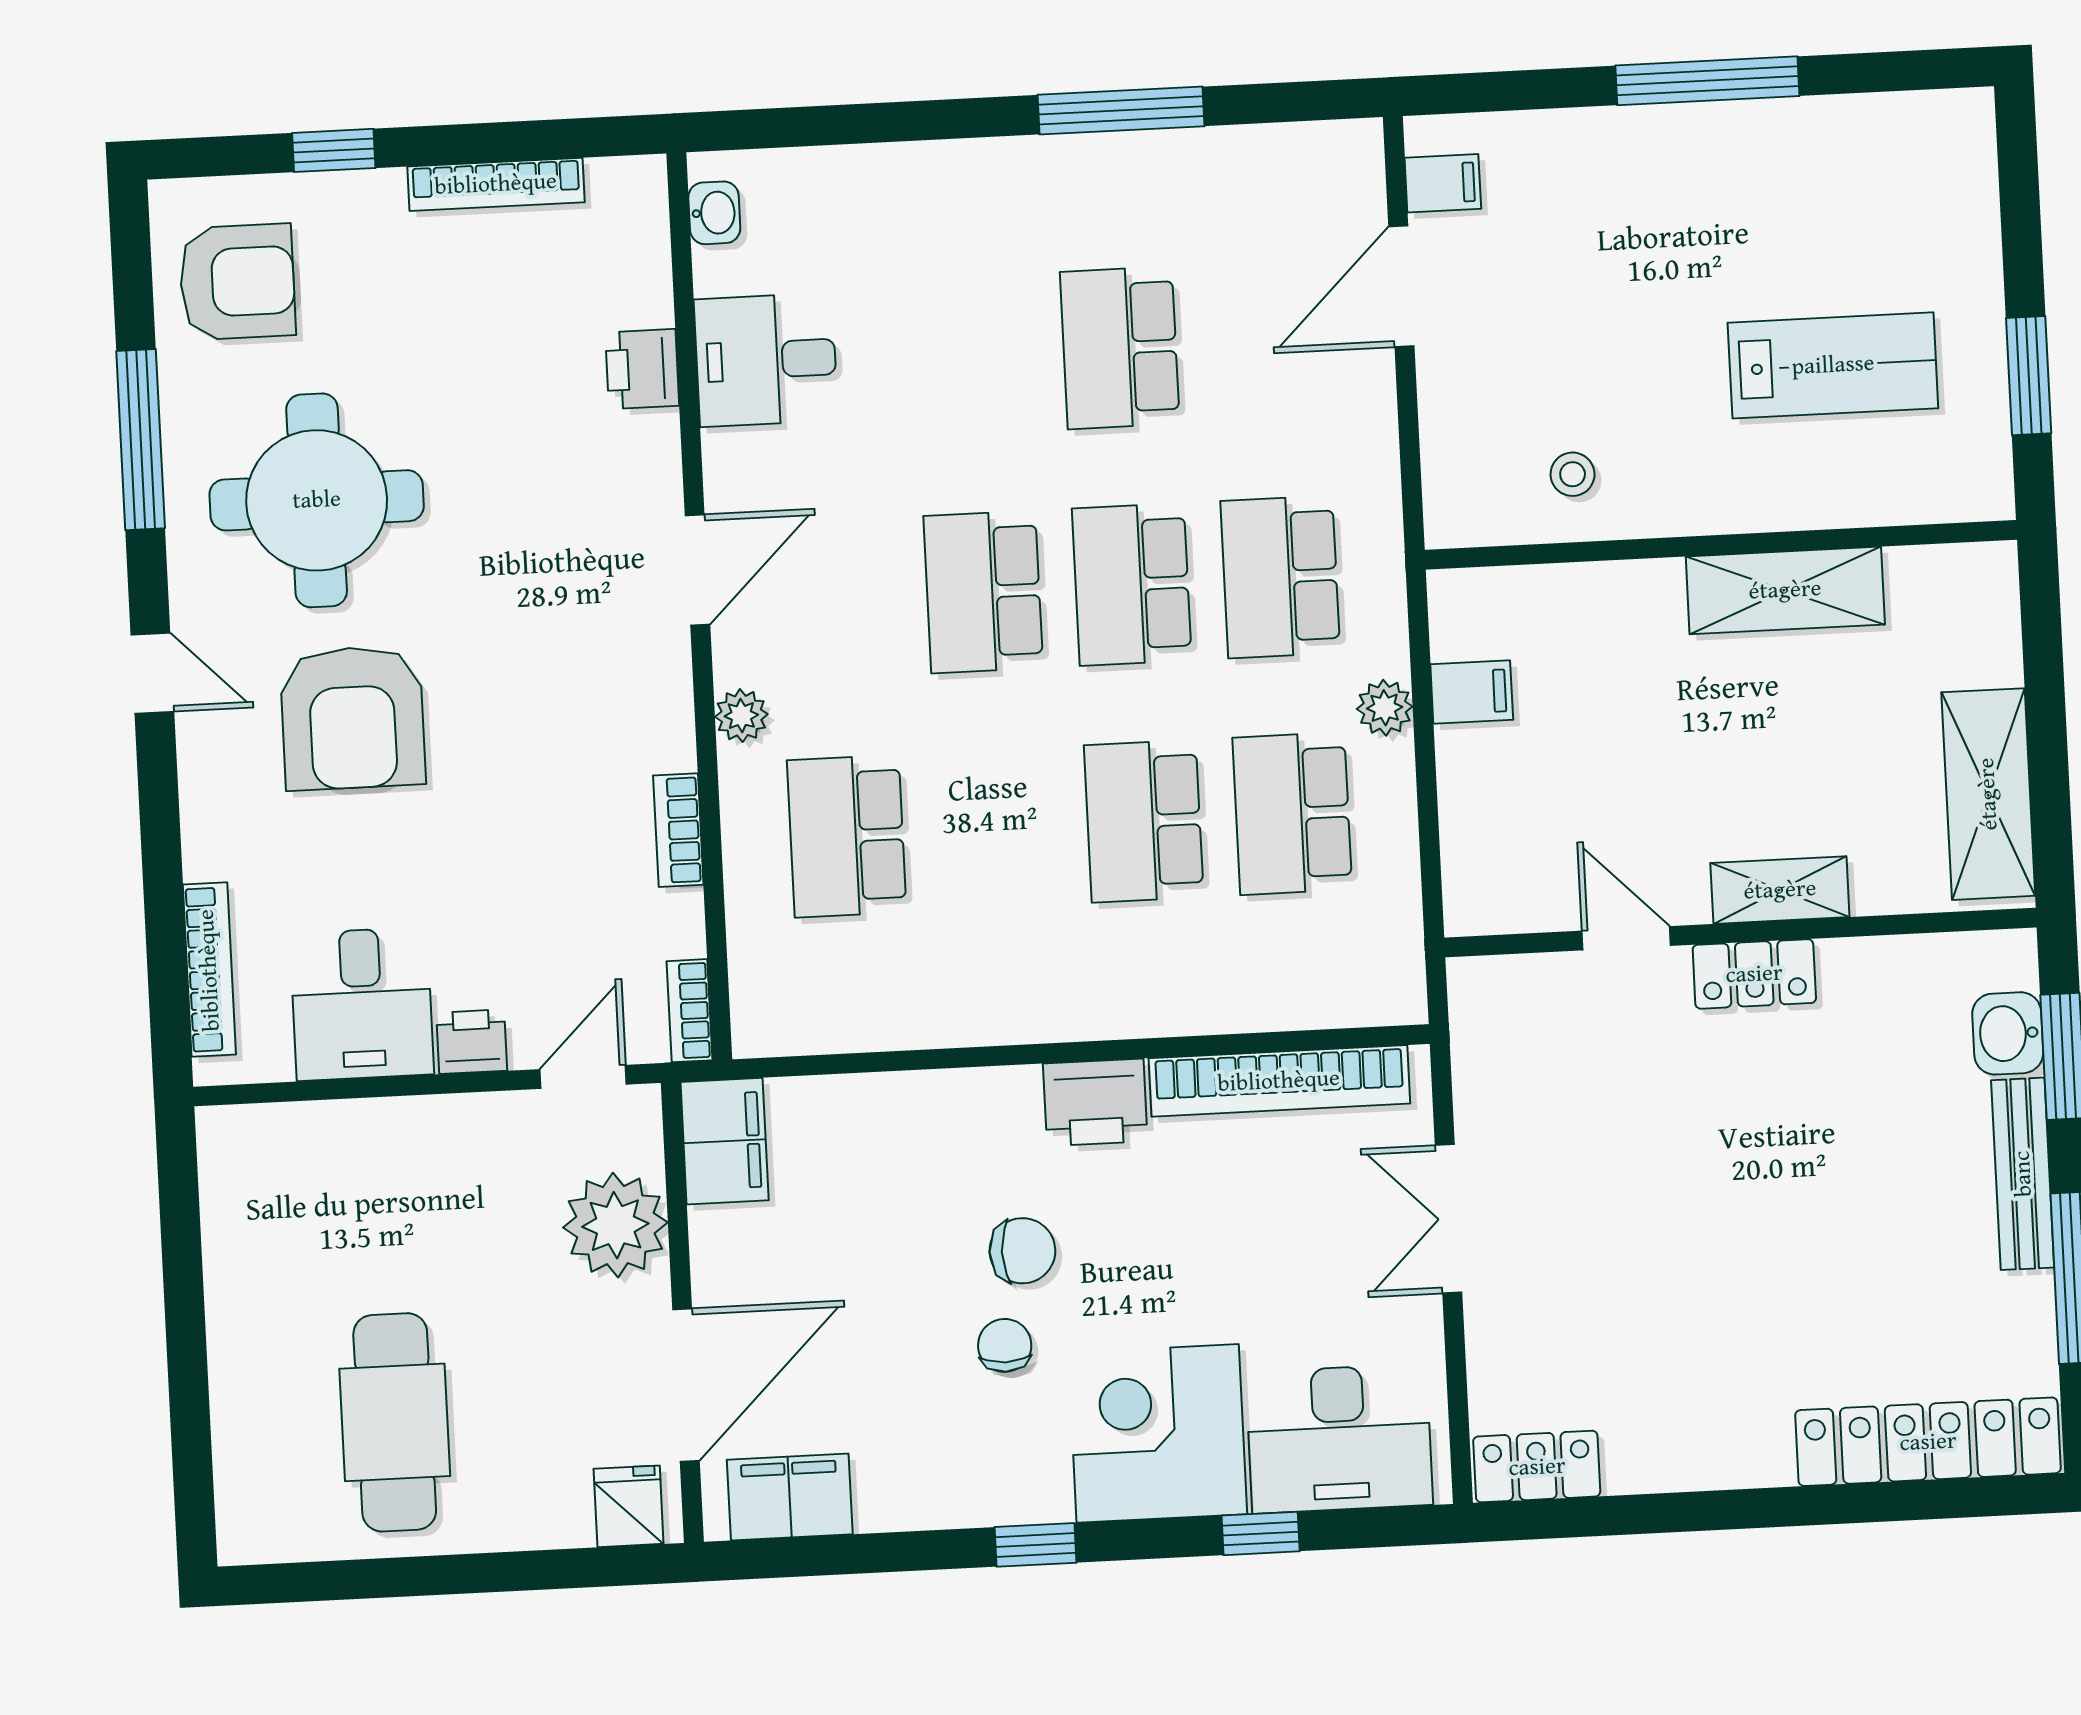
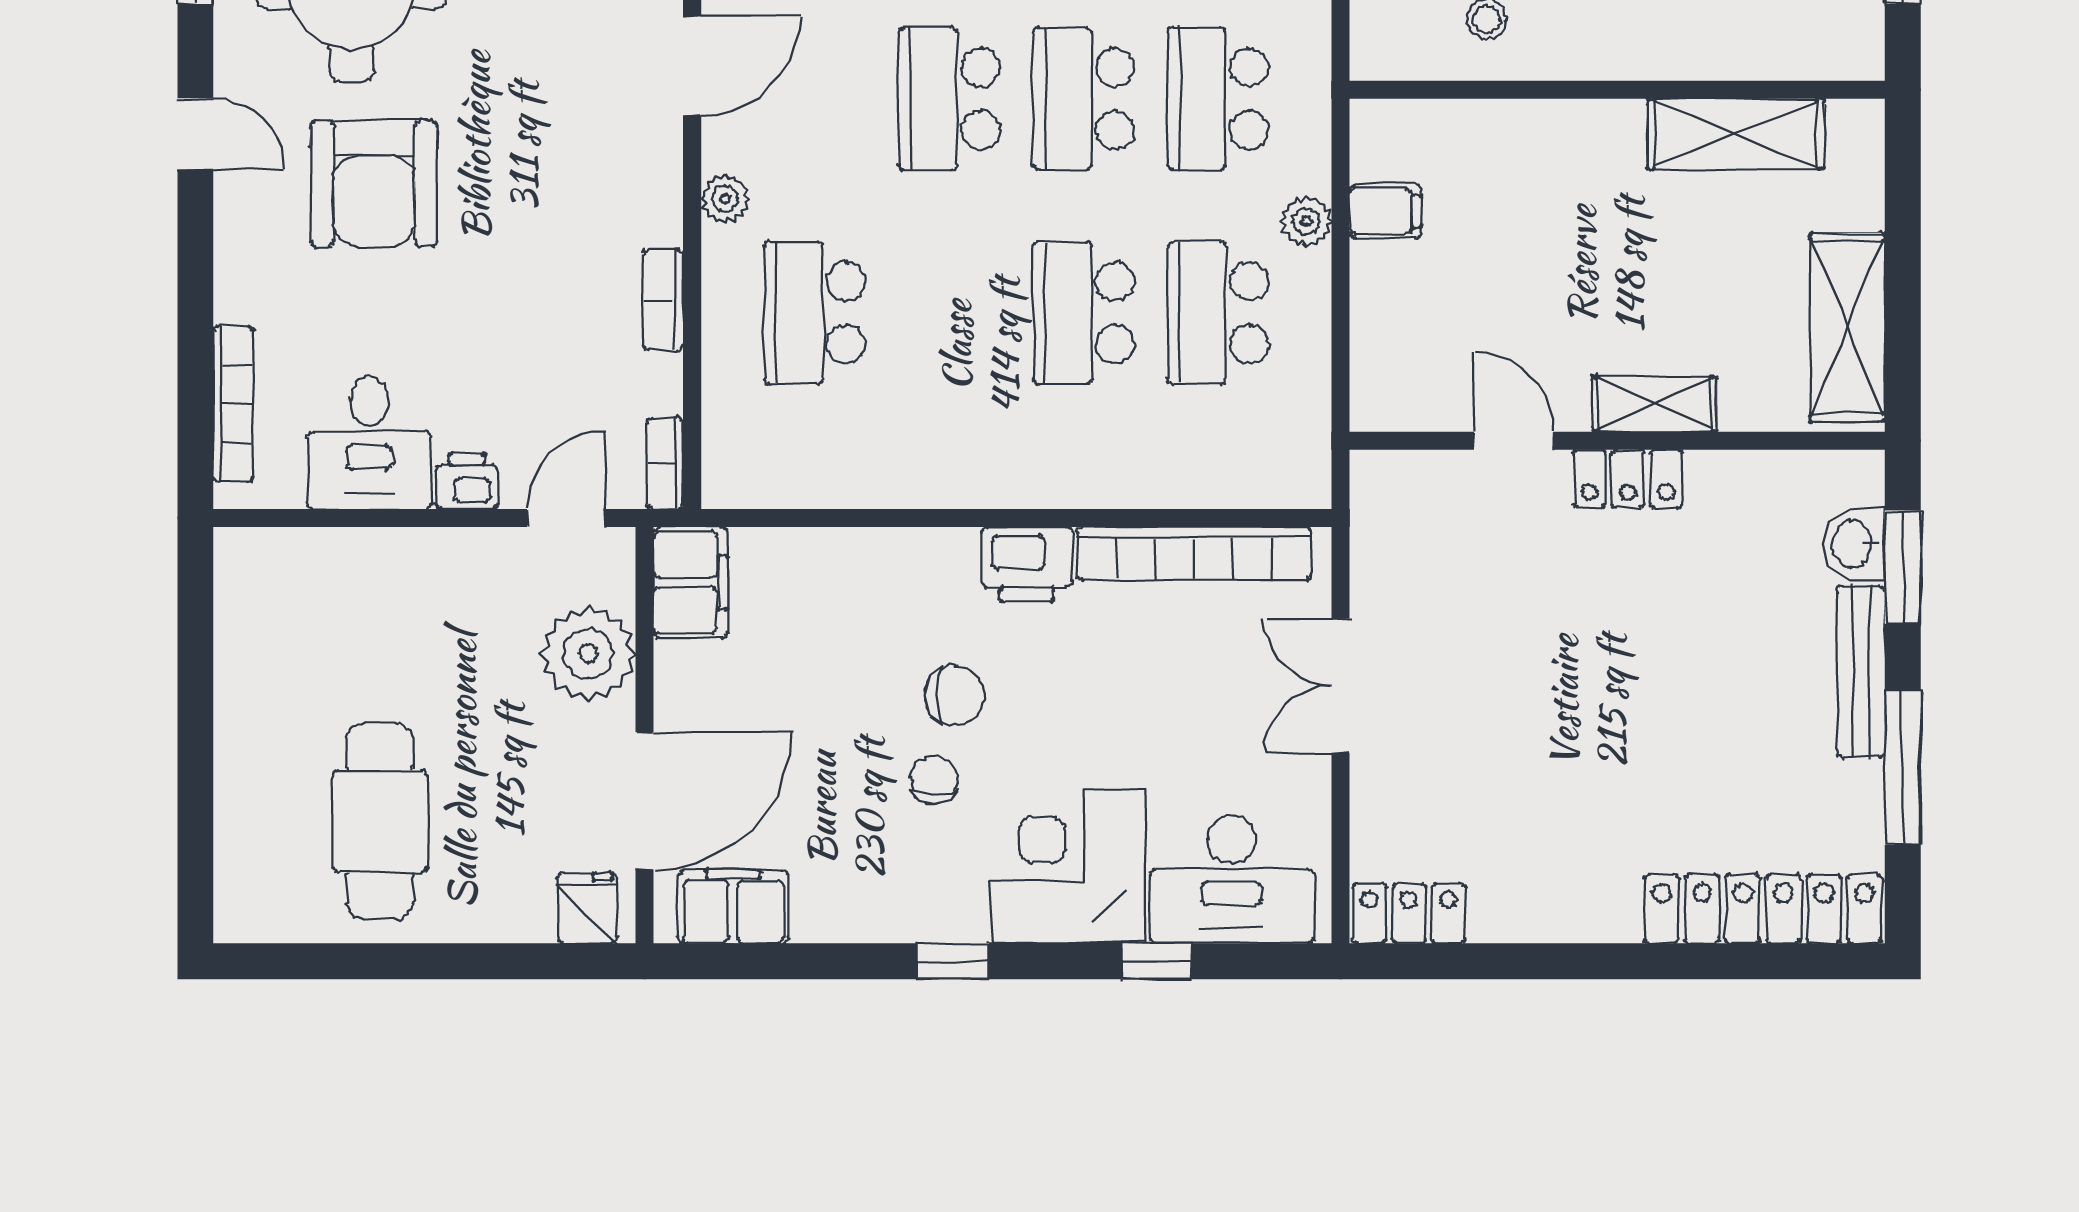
shelving: (1785, 590) -> (1736, 134), moved

